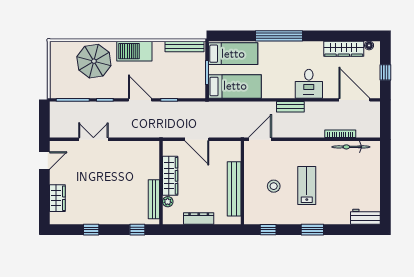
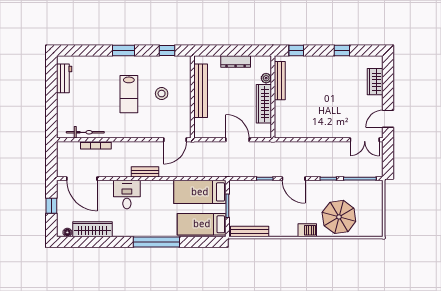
barbecue: (134, 51) -> (307, 230), width x0.53, depth x0.65
double door: (93, 139) -> (365, 140), moved
workbench: (365, 217) -> (64, 78), moved, turned -90

